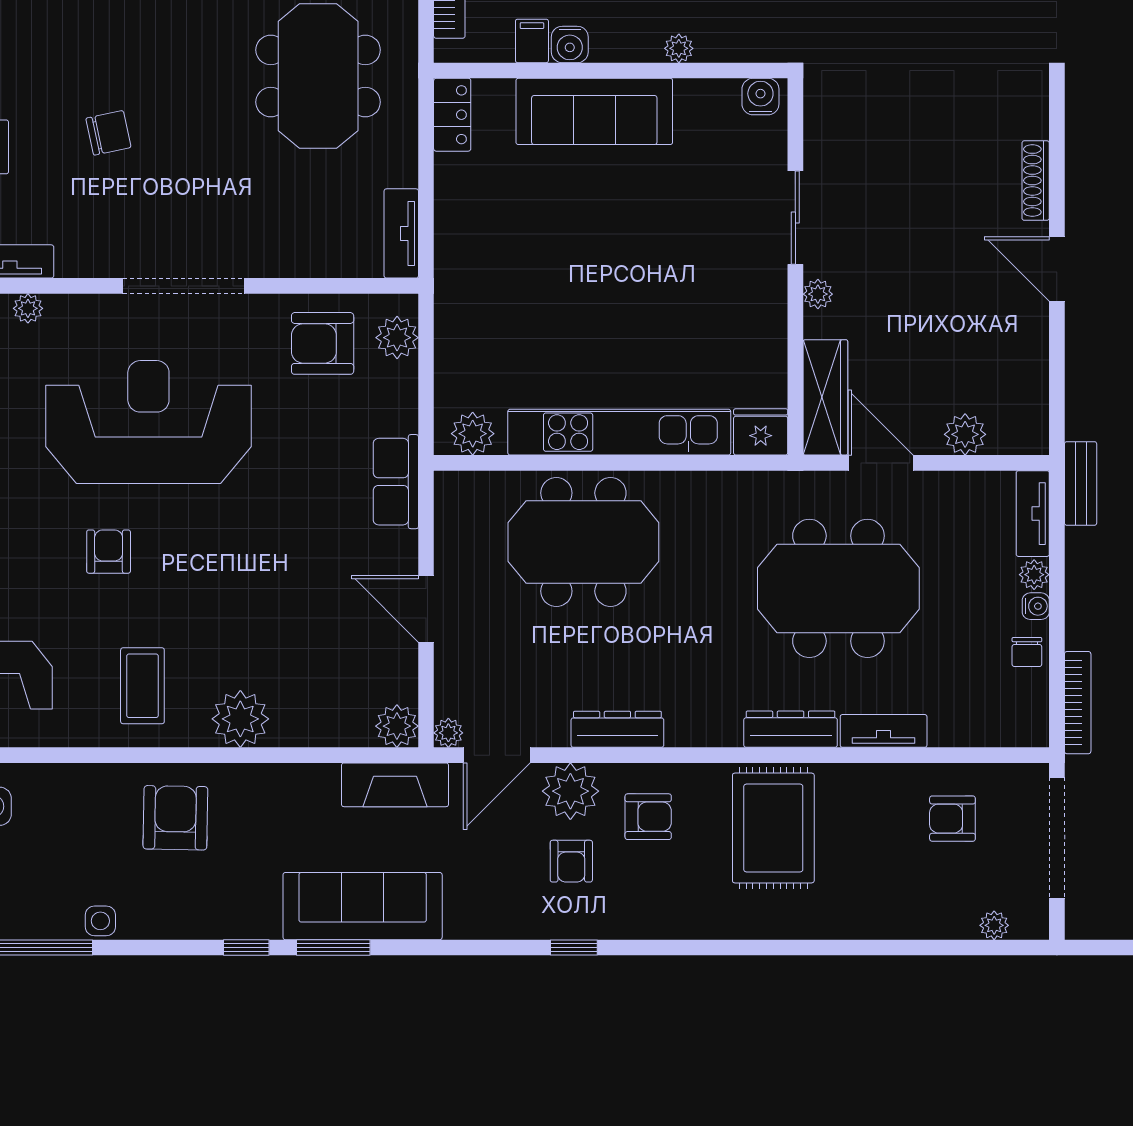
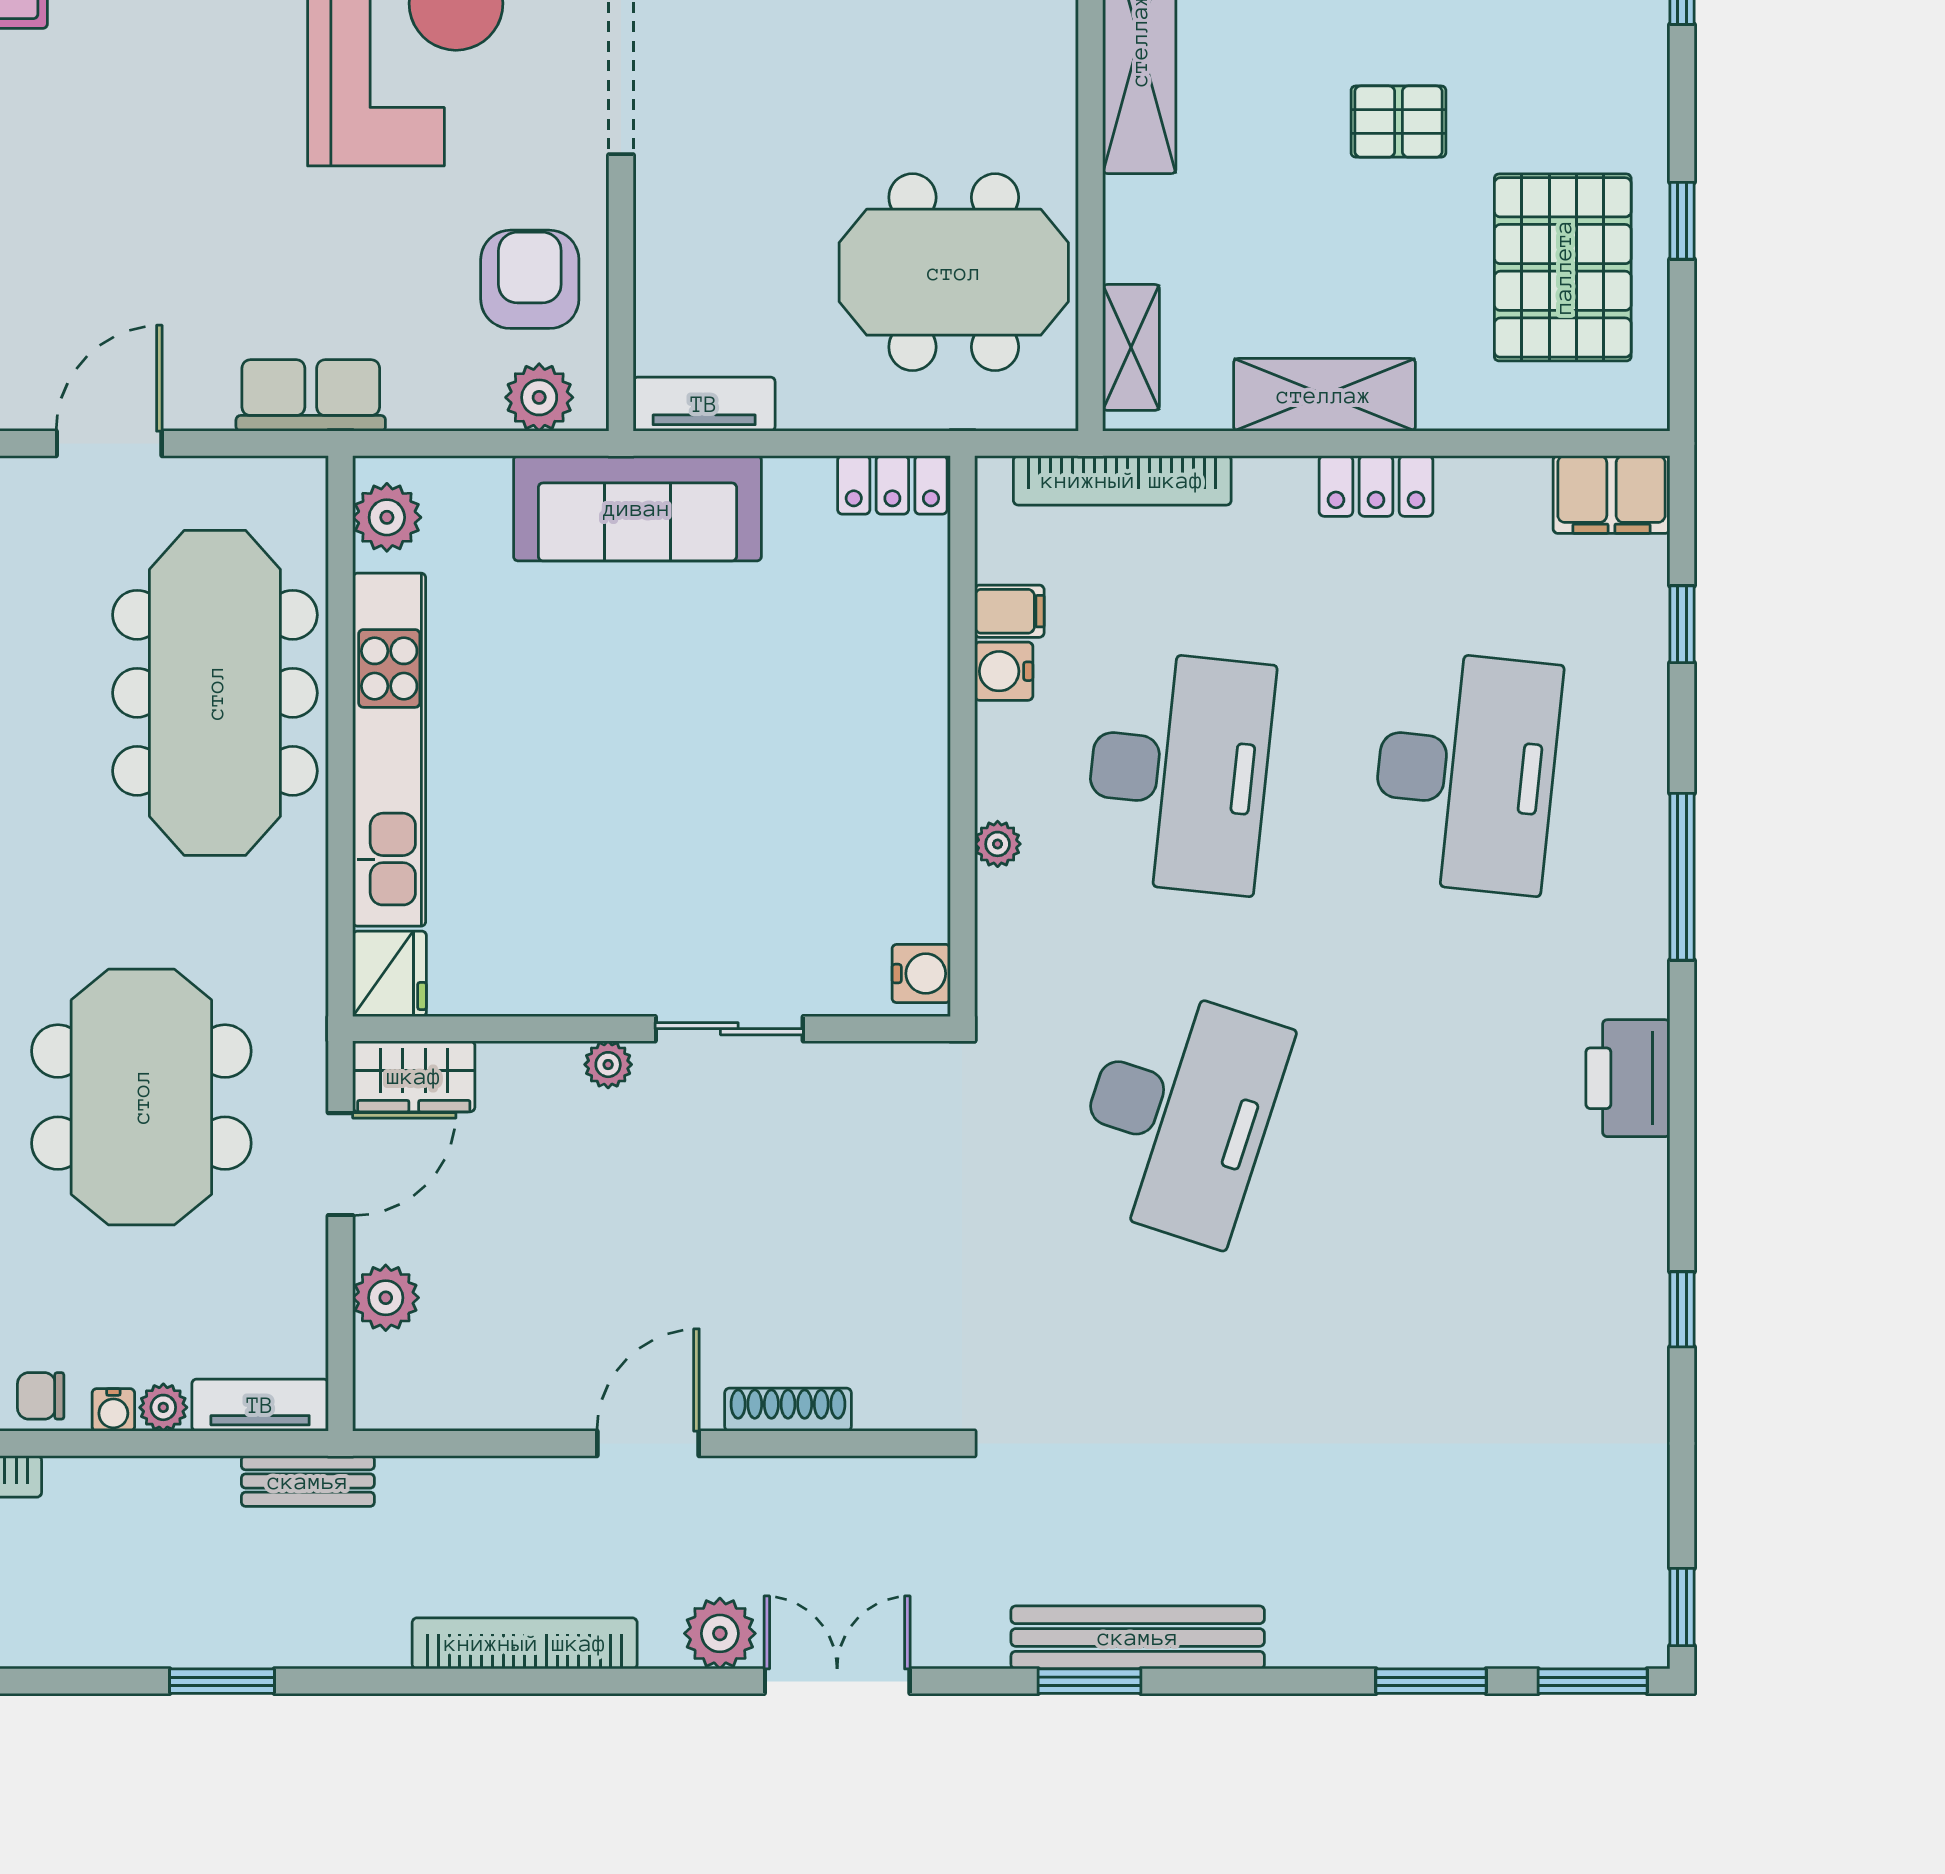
sofa: (594, 111) -> (637, 508), moved, turned -90
wardrobe: (825, 397) -> (414, 1076), width x0.67
meeting table: (583, 542) -> (215, 693), width x1.36

